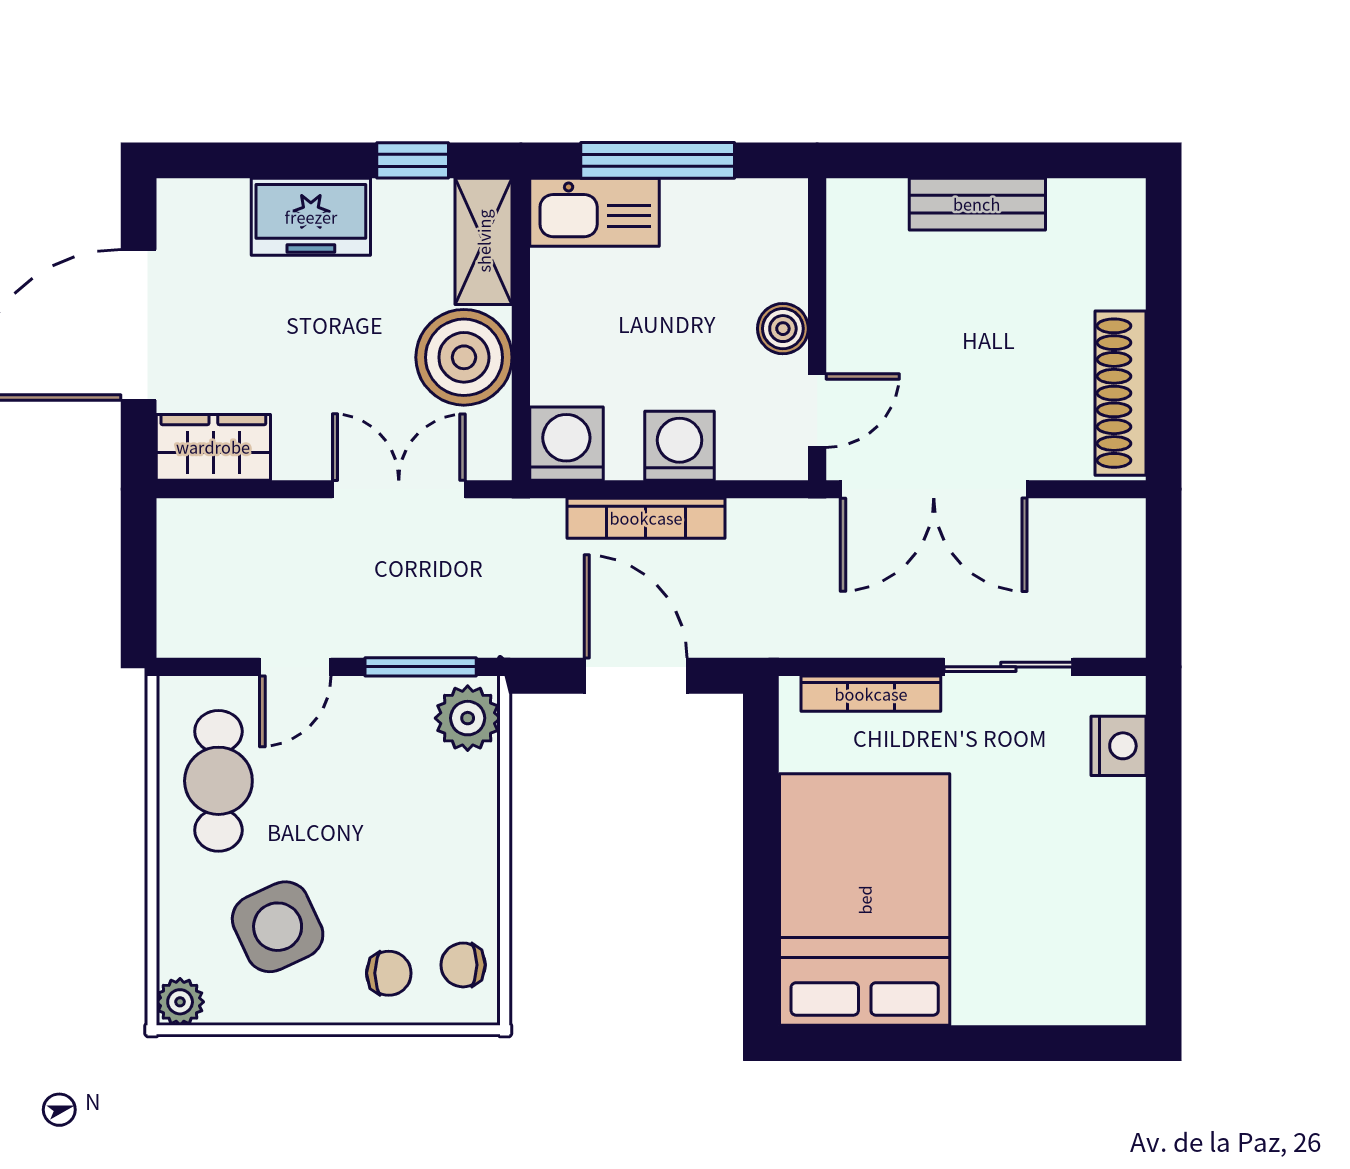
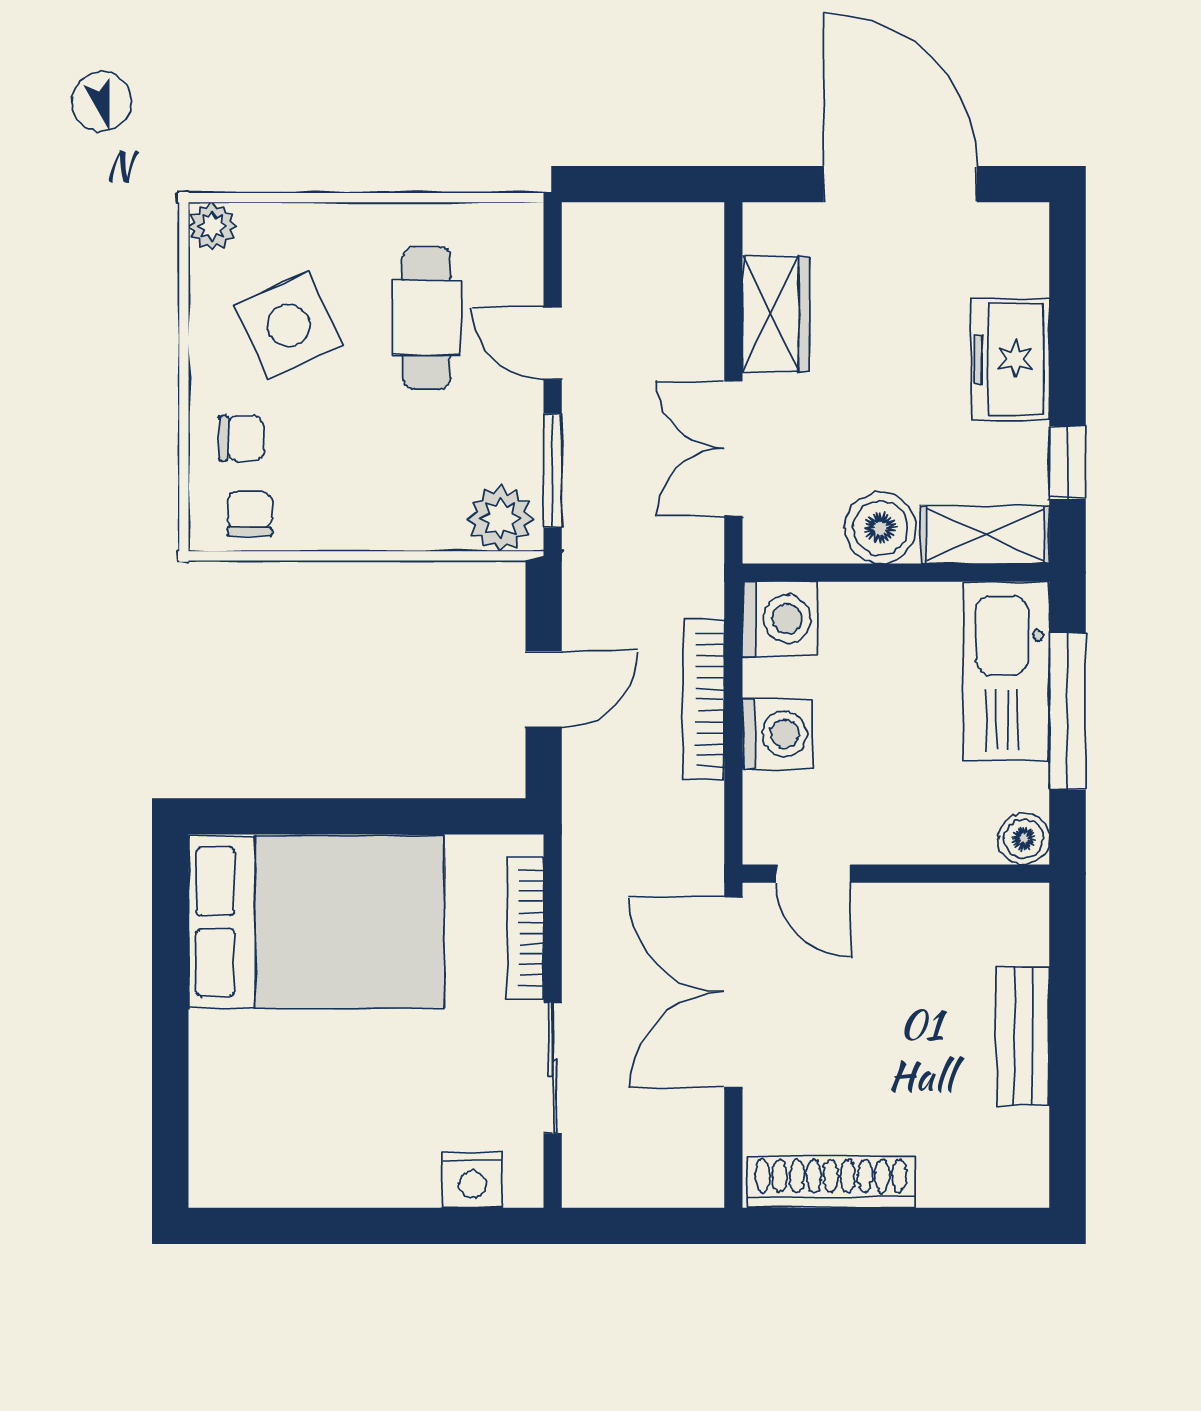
kitchen sink: (594, 212) -> (1006, 671), width x1.36, depth x1.24
boiler: (783, 329) -> (1024, 839), moved
boiler: (464, 357) -> (880, 528), width x0.73, depth x0.73
wardrobe: (213, 447) -> (776, 314), moved
double door: (399, 489) -> (733, 448), swing flipped
door: (636, 676) -> (544, 689), width x0.73
cafe table: (218, 781) -> (426, 318), moved, turned 90
chair: (389, 973) -> (241, 438), turned -90

